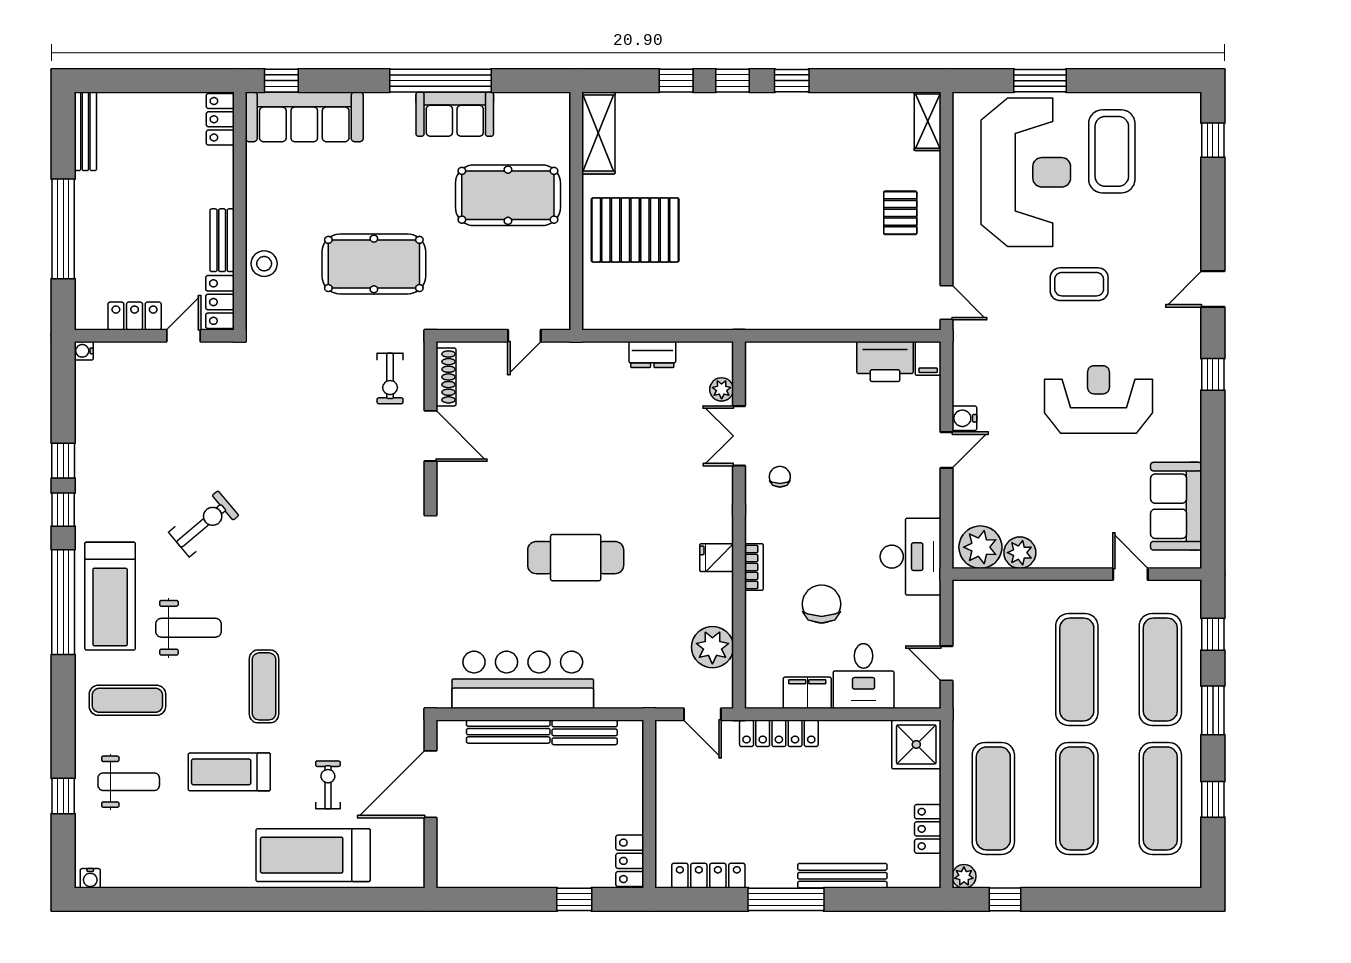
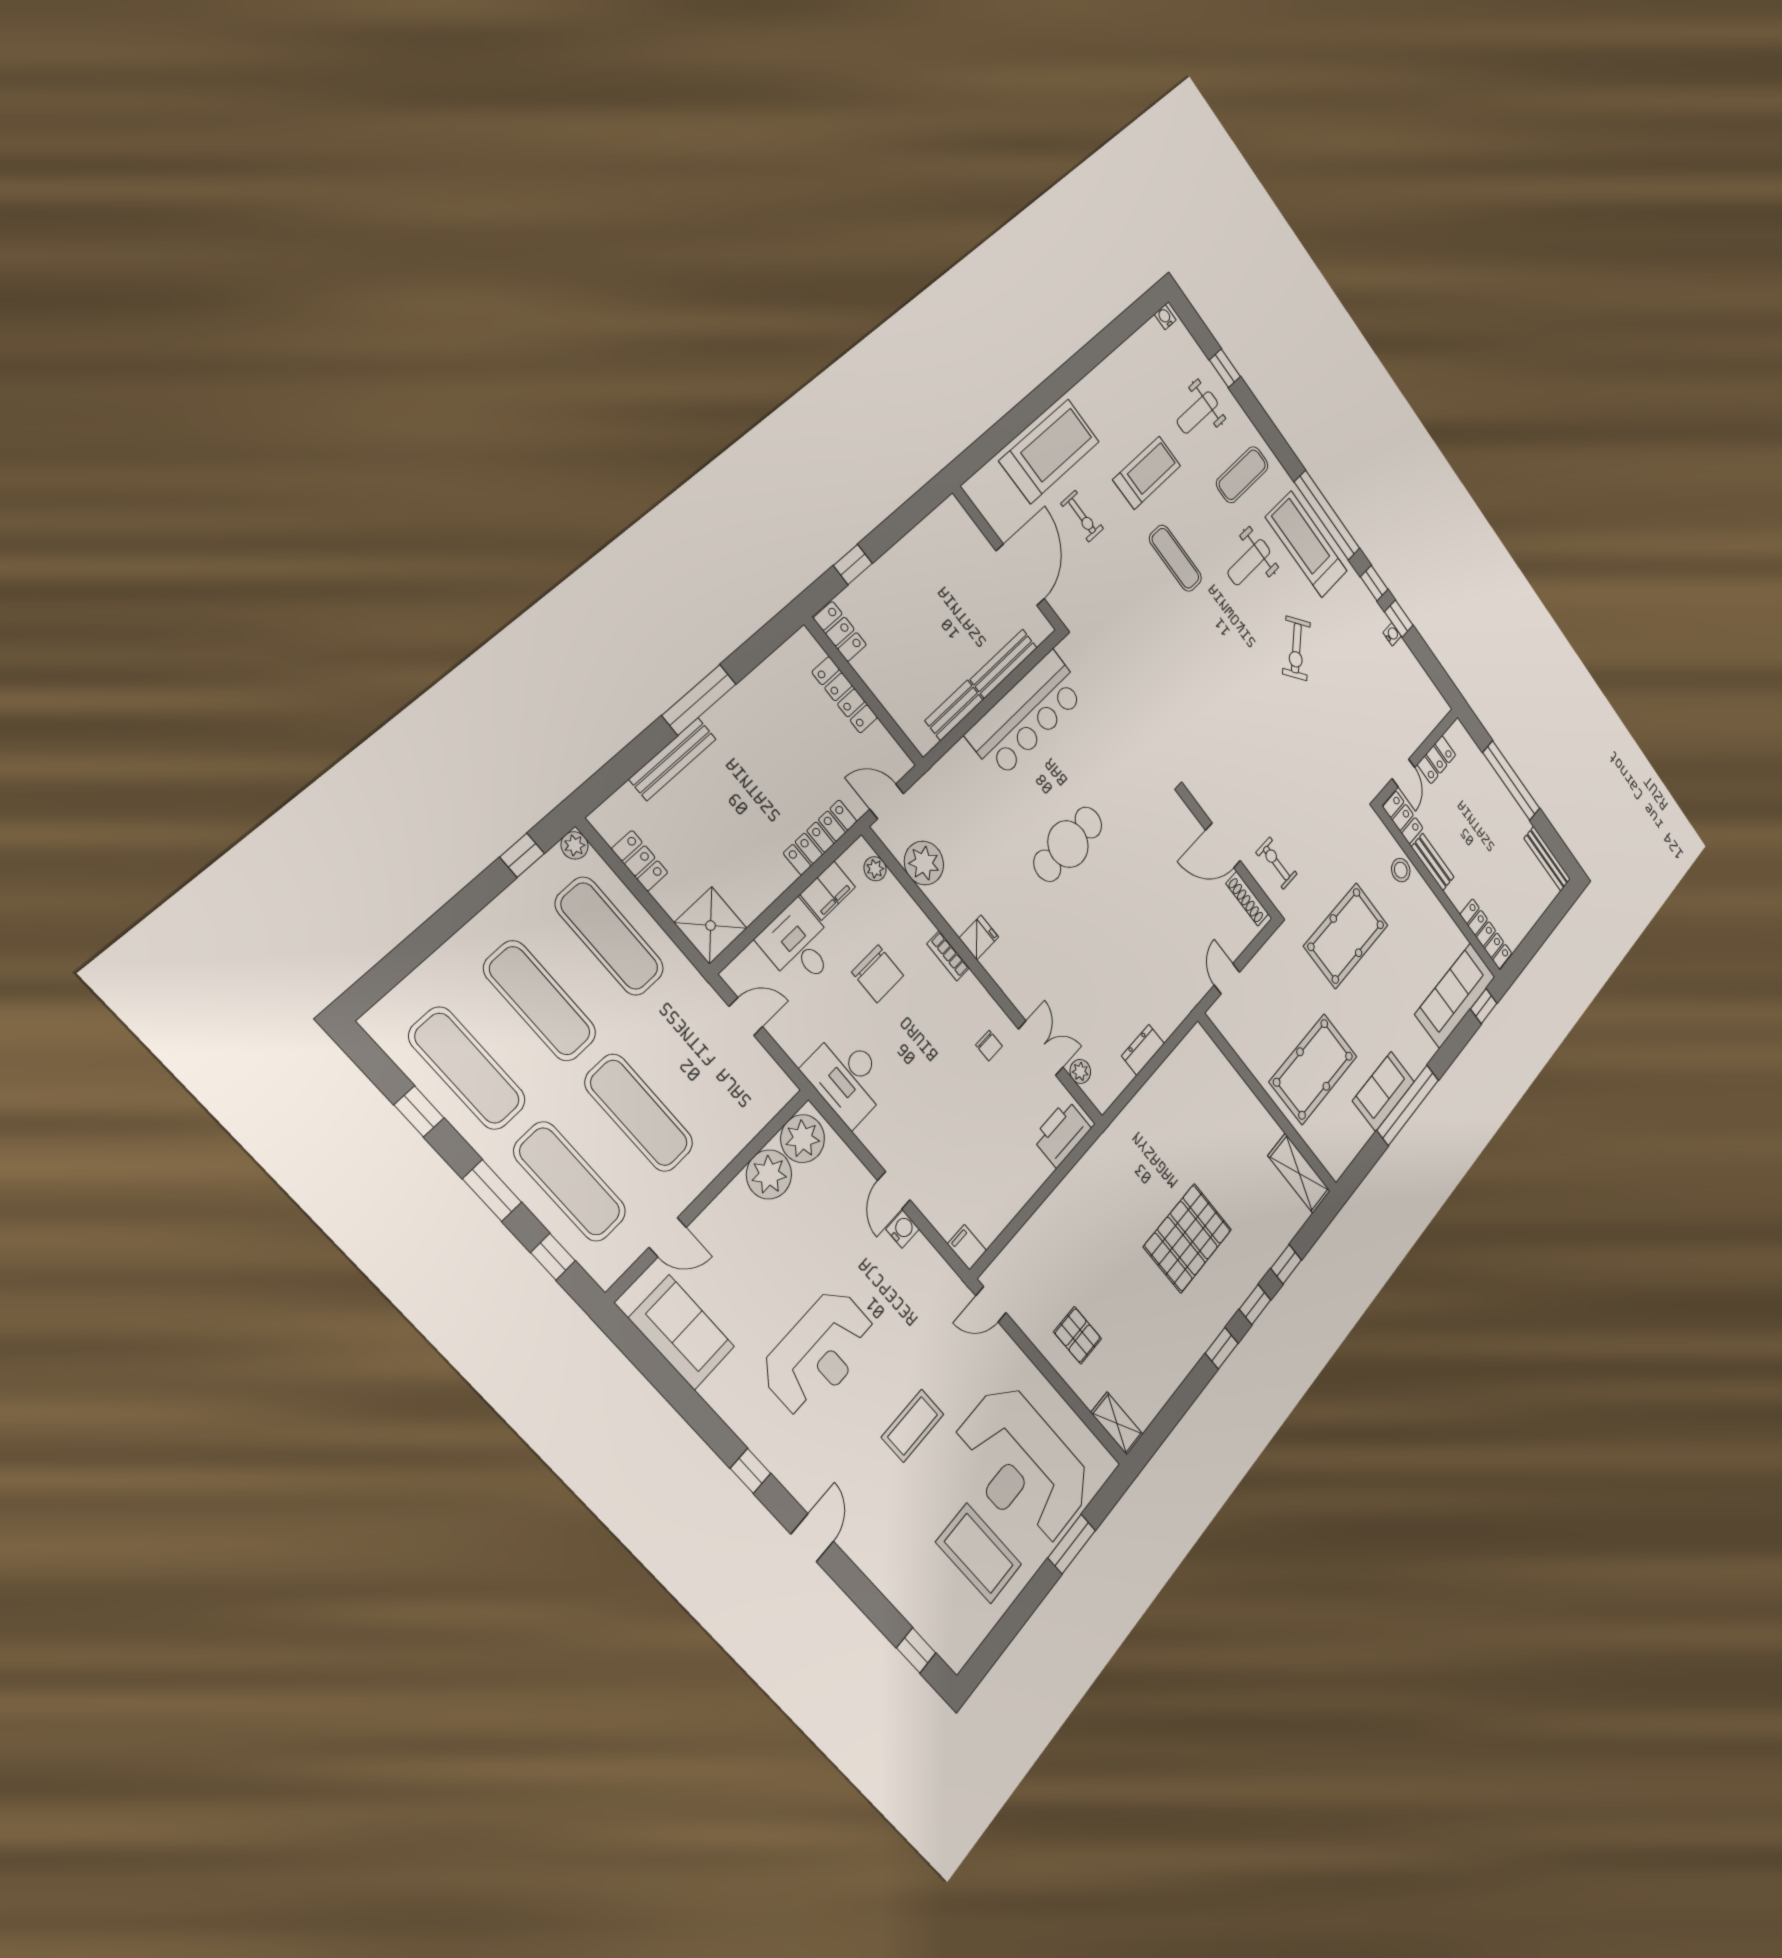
locker: (220, 119) -> (1486, 934), width x1.53
pallet: (635, 230) -> (1188, 1238), moved
water cooler: (84, 351) -> (1392, 634), moved
printer: (885, 362) -> (1062, 1133), moved
plant: (1020, 553) -> (769, 1174), width x1.36, depth x1.36
plant: (756, 676) -> (875, 869), added
locker: (708, 876) -> (845, 695), moved, turned 90

